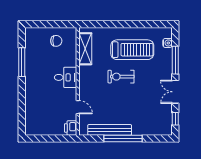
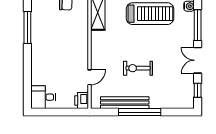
desk: (66, 77) -> (43, 97), moved, turned 180
exercise bike: (121, 77) -> (138, 68), moved
door: (78, 107) -> (89, 77), hinge flipped

